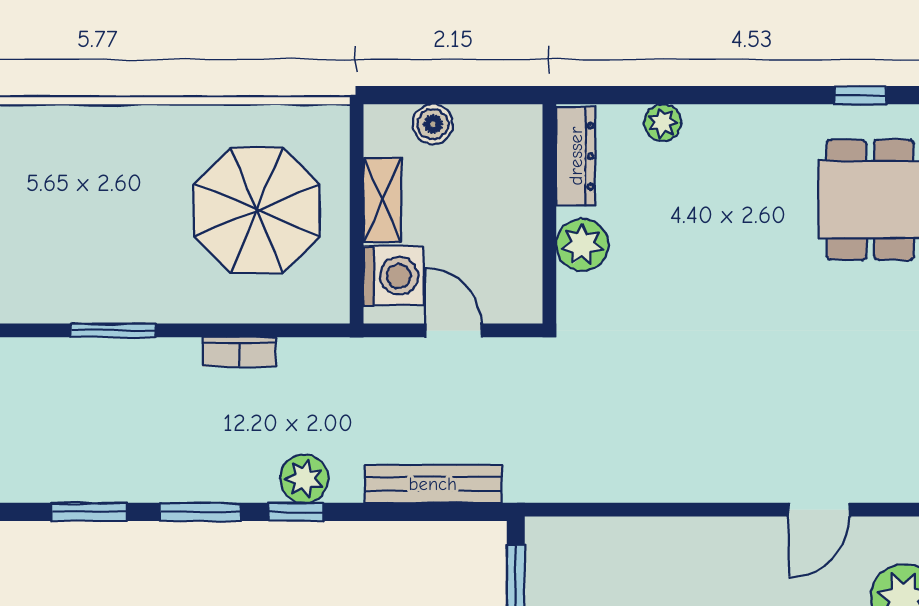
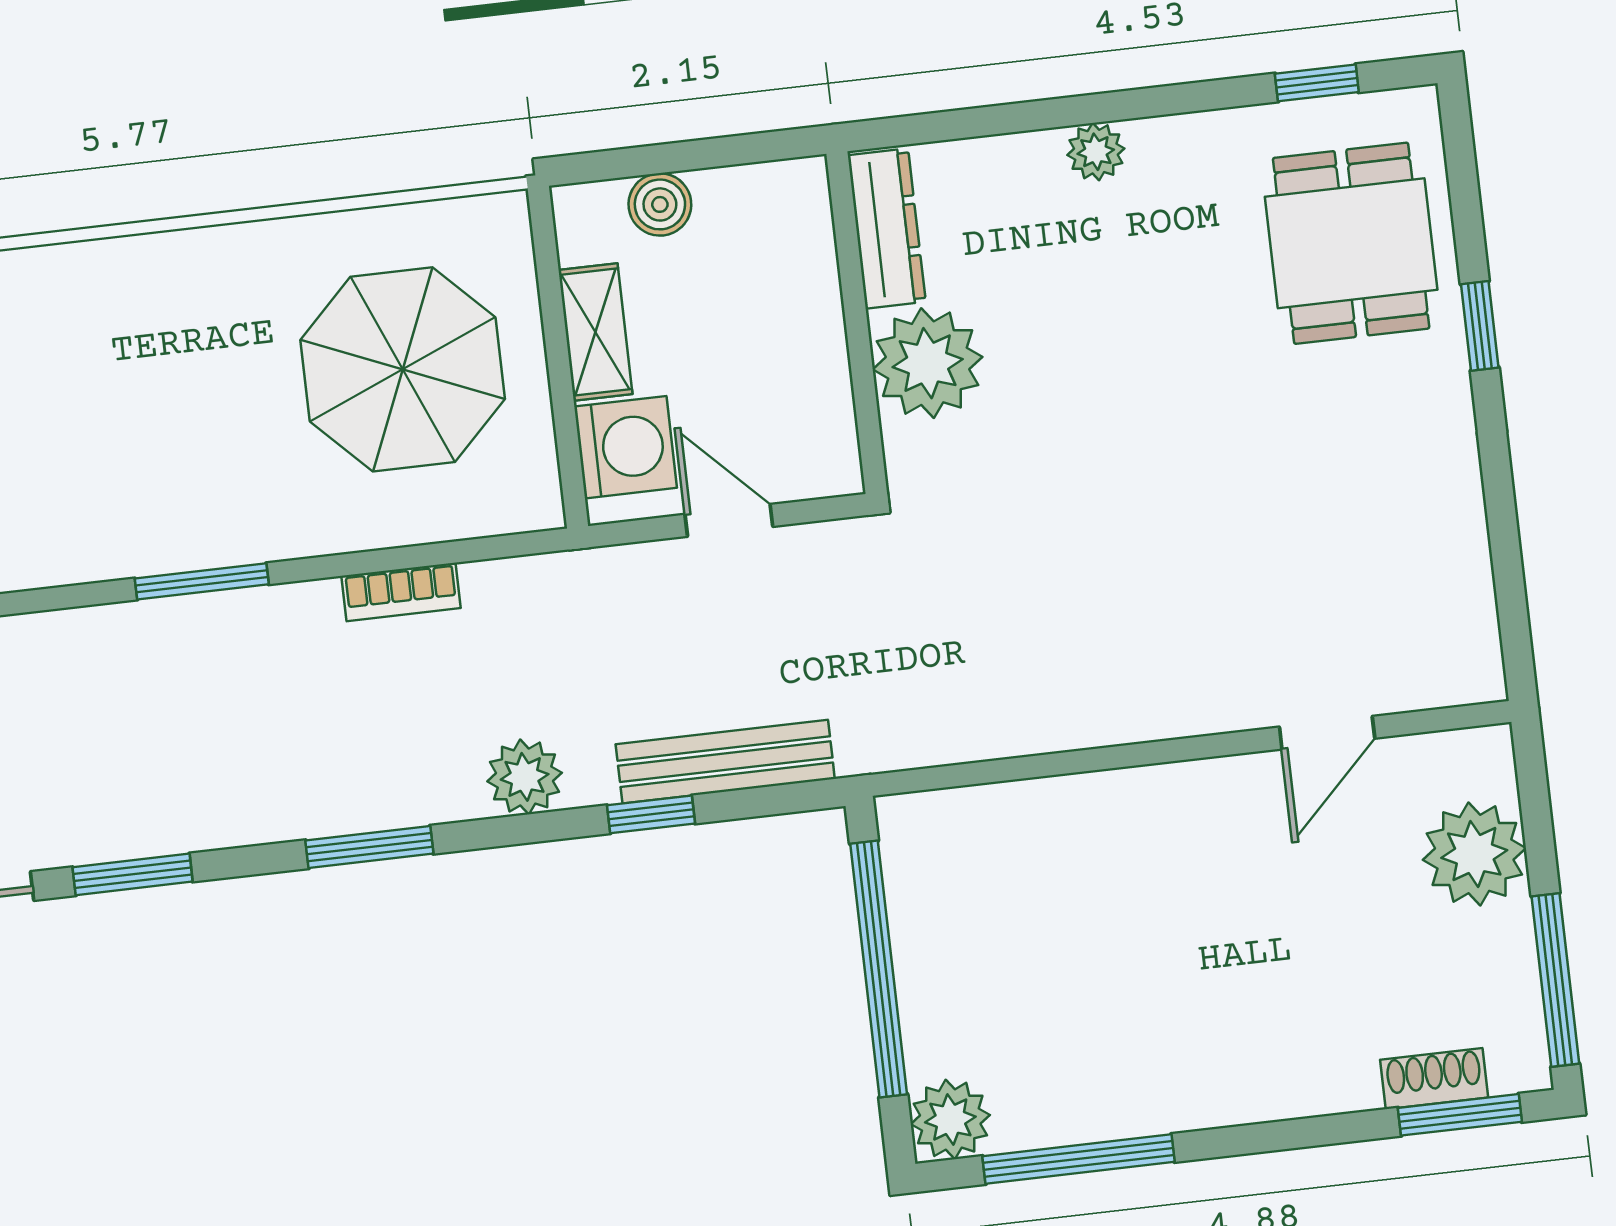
plant: (663, 123) -> (1096, 152), moved
plant: (582, 245) -> (928, 363), width x1.36, depth x1.36
window: (89, 512) -> (133, 874), moved
window: (296, 512) -> (651, 814), moved

